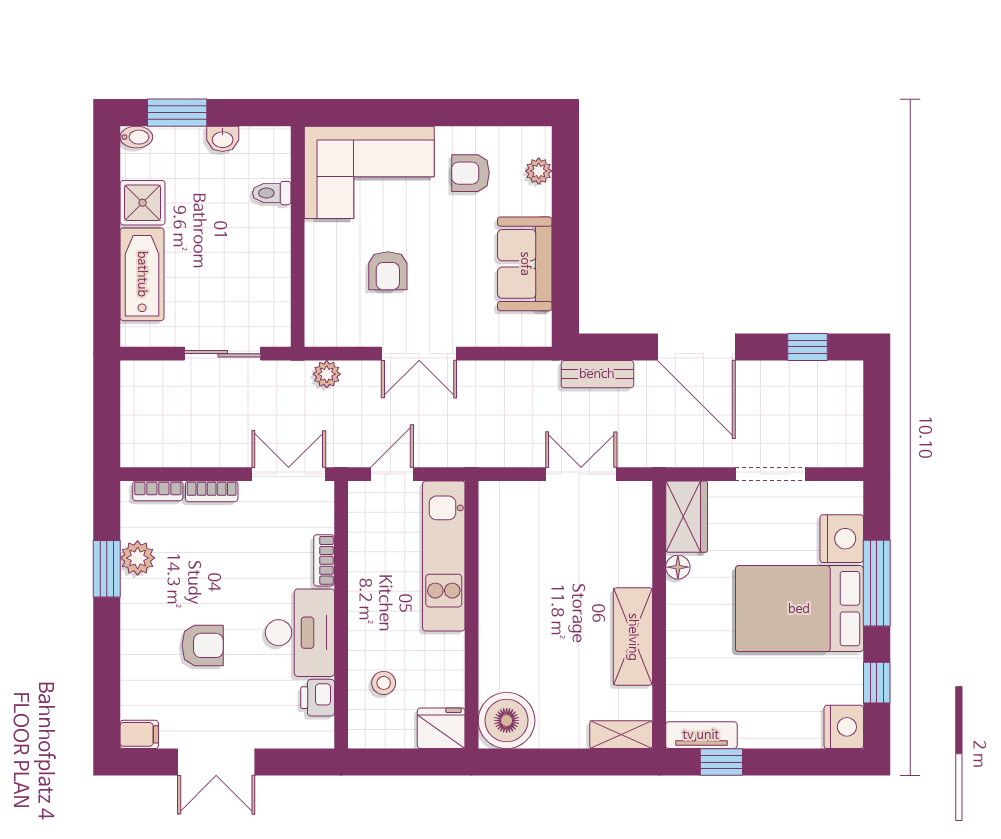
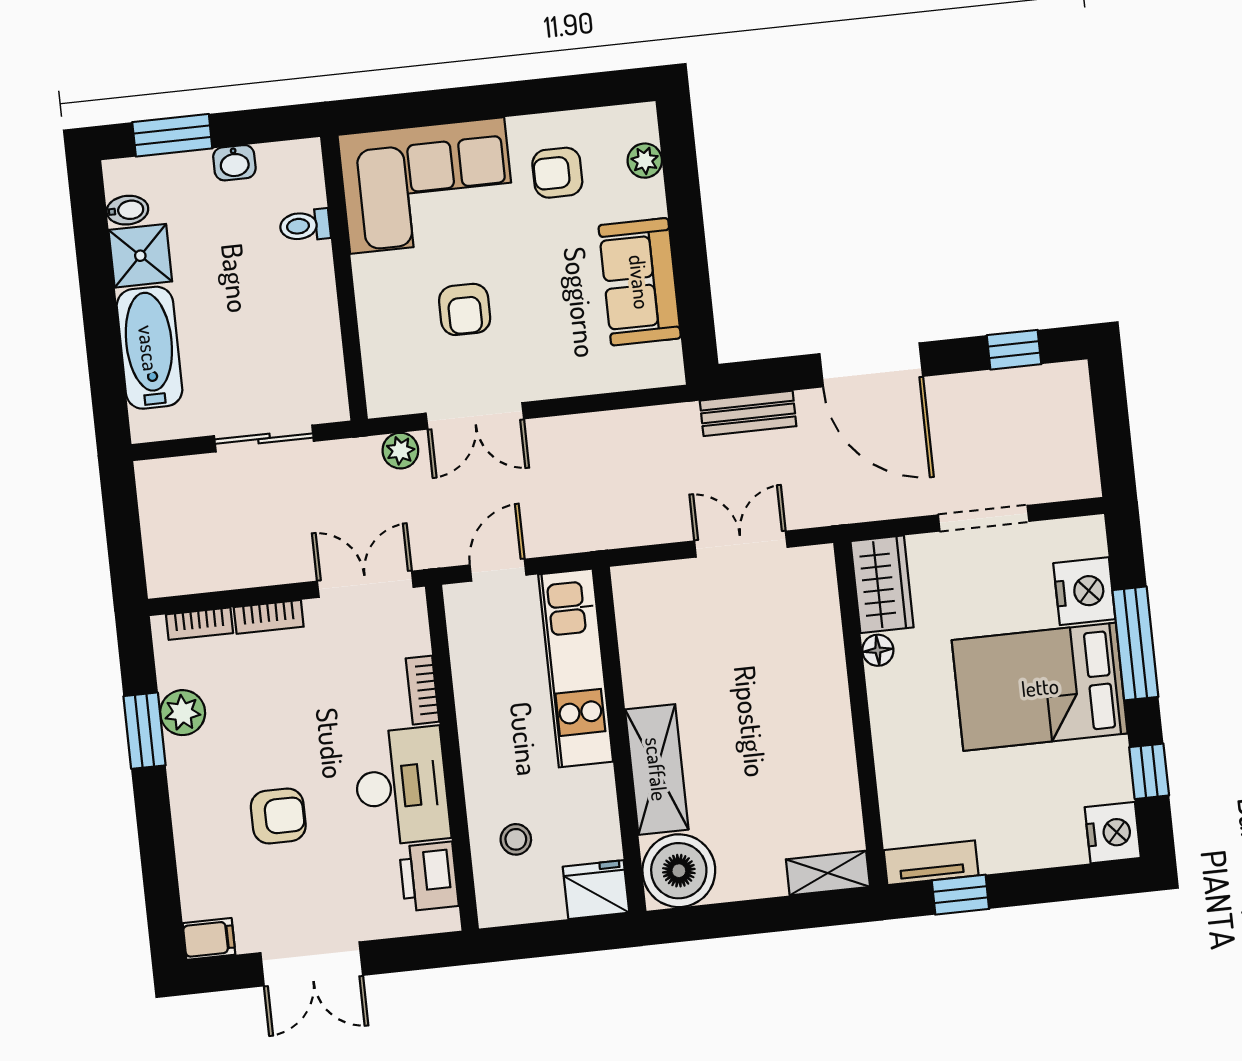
bidet: (136, 137) -> (127, 210), moved
double door: (419, 354) -> (475, 416), moved
shelving: (633, 637) -> (657, 769), moved
printer: (318, 698) -> (429, 876), width x1.36, depth x1.24

